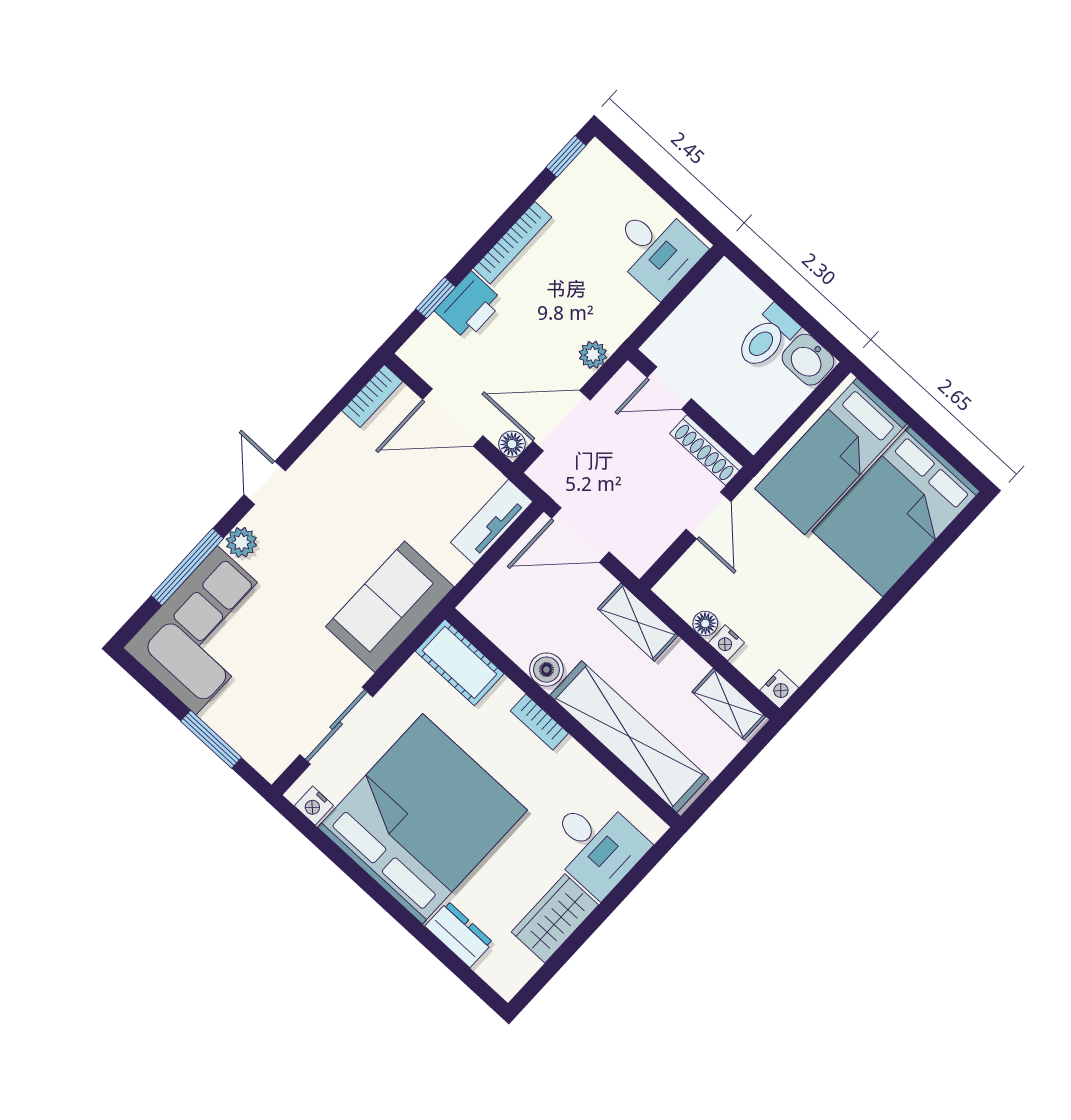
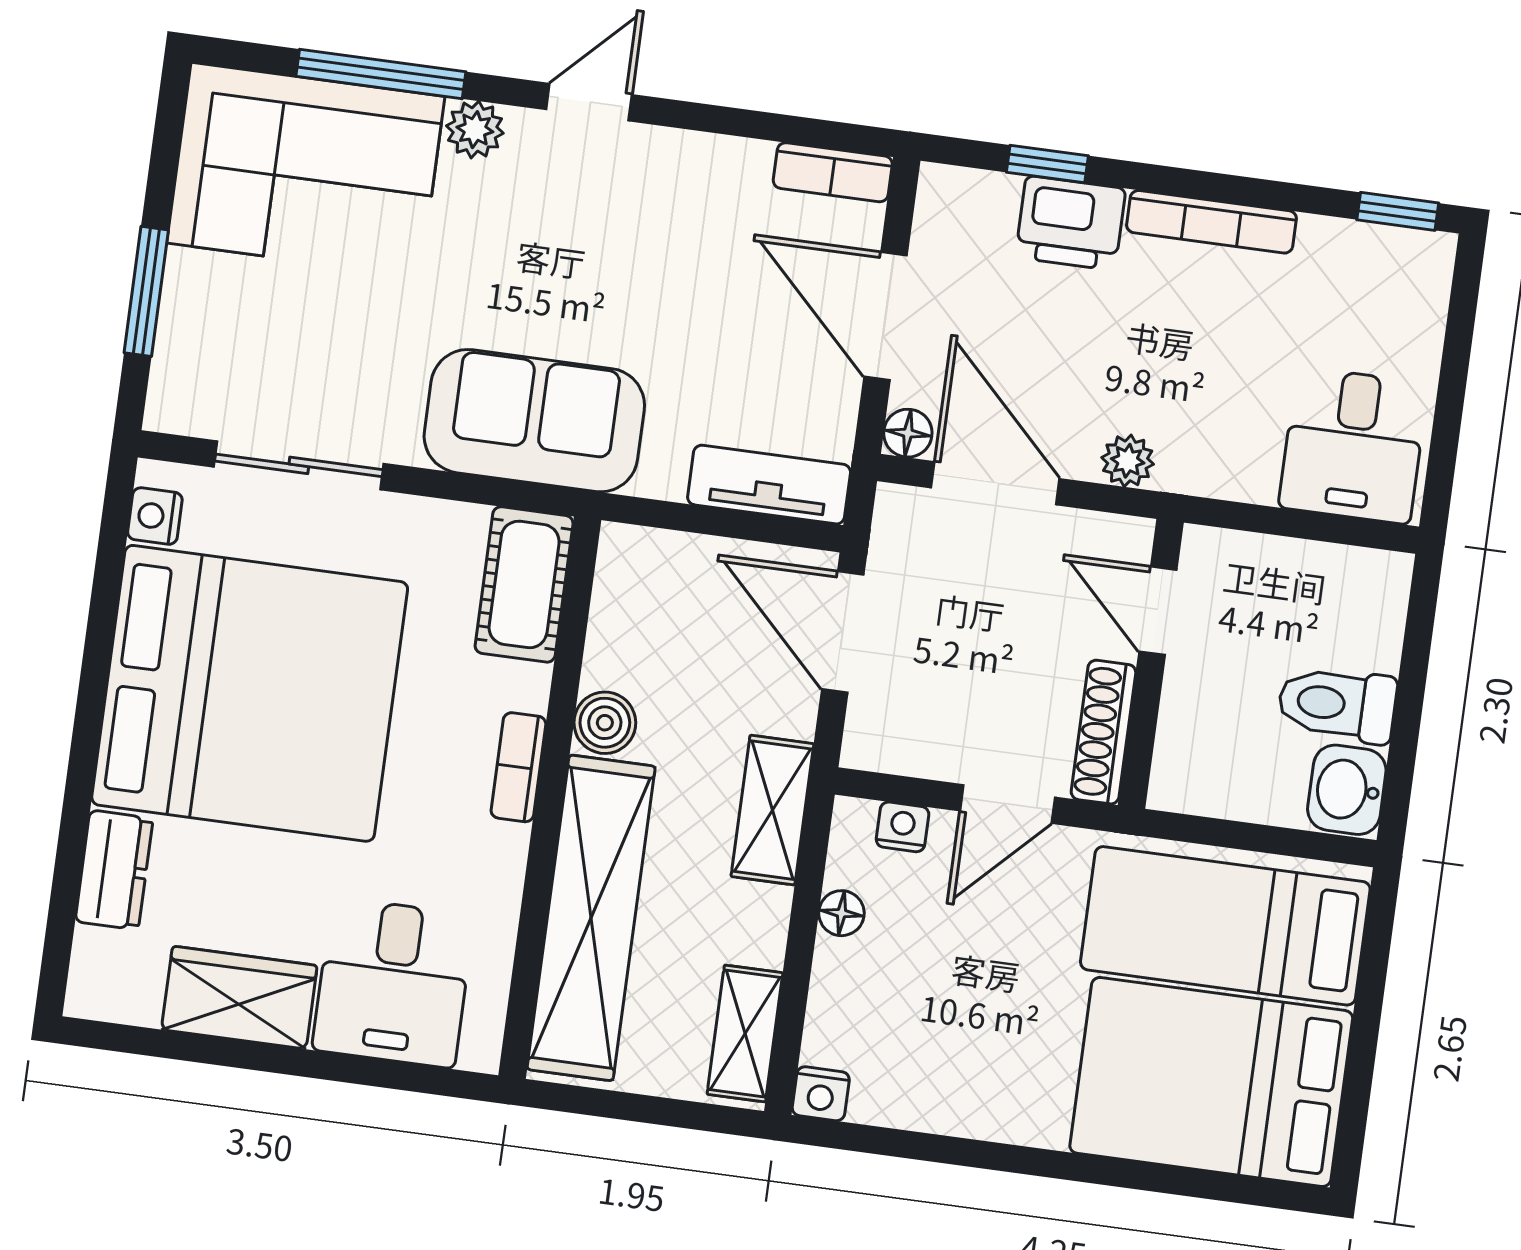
nightstand: (726, 643) -> (903, 827), moved, turned 90

